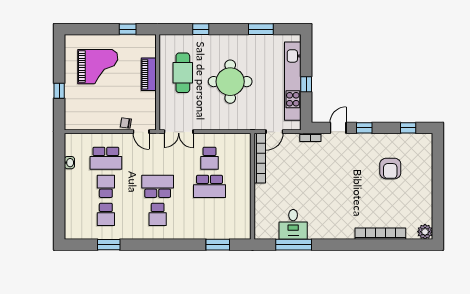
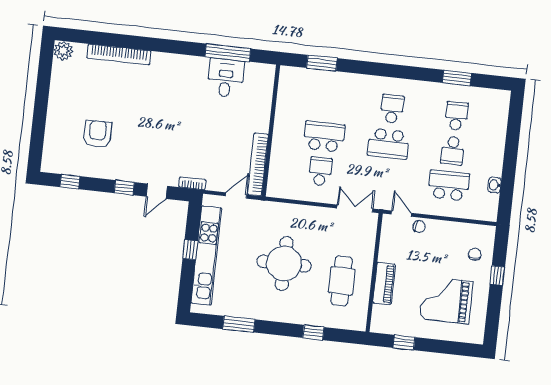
chair: (79, 106) -> (475, 254), added

